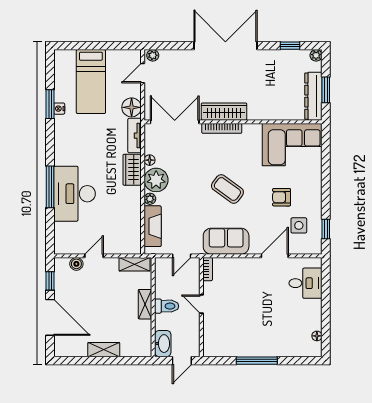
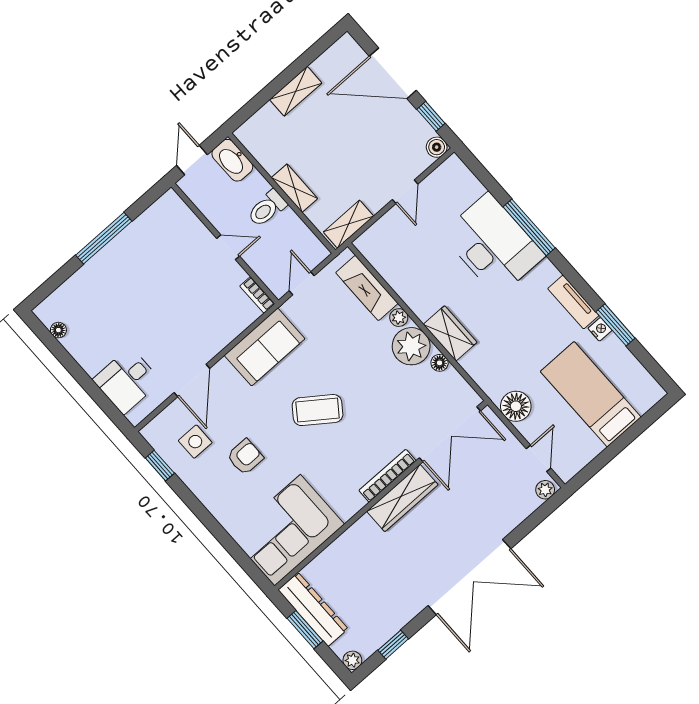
tv unit: (135, 136) -> (573, 302), moved, turned 180
boiler: (76, 264) -> (437, 147), moved

